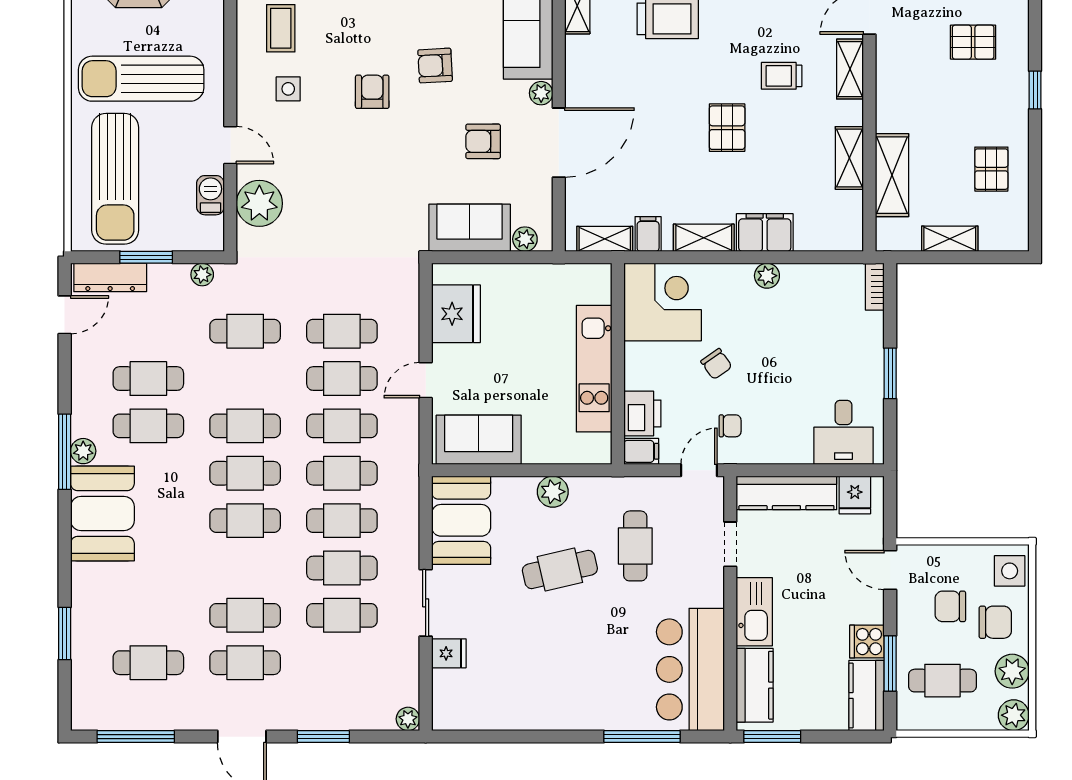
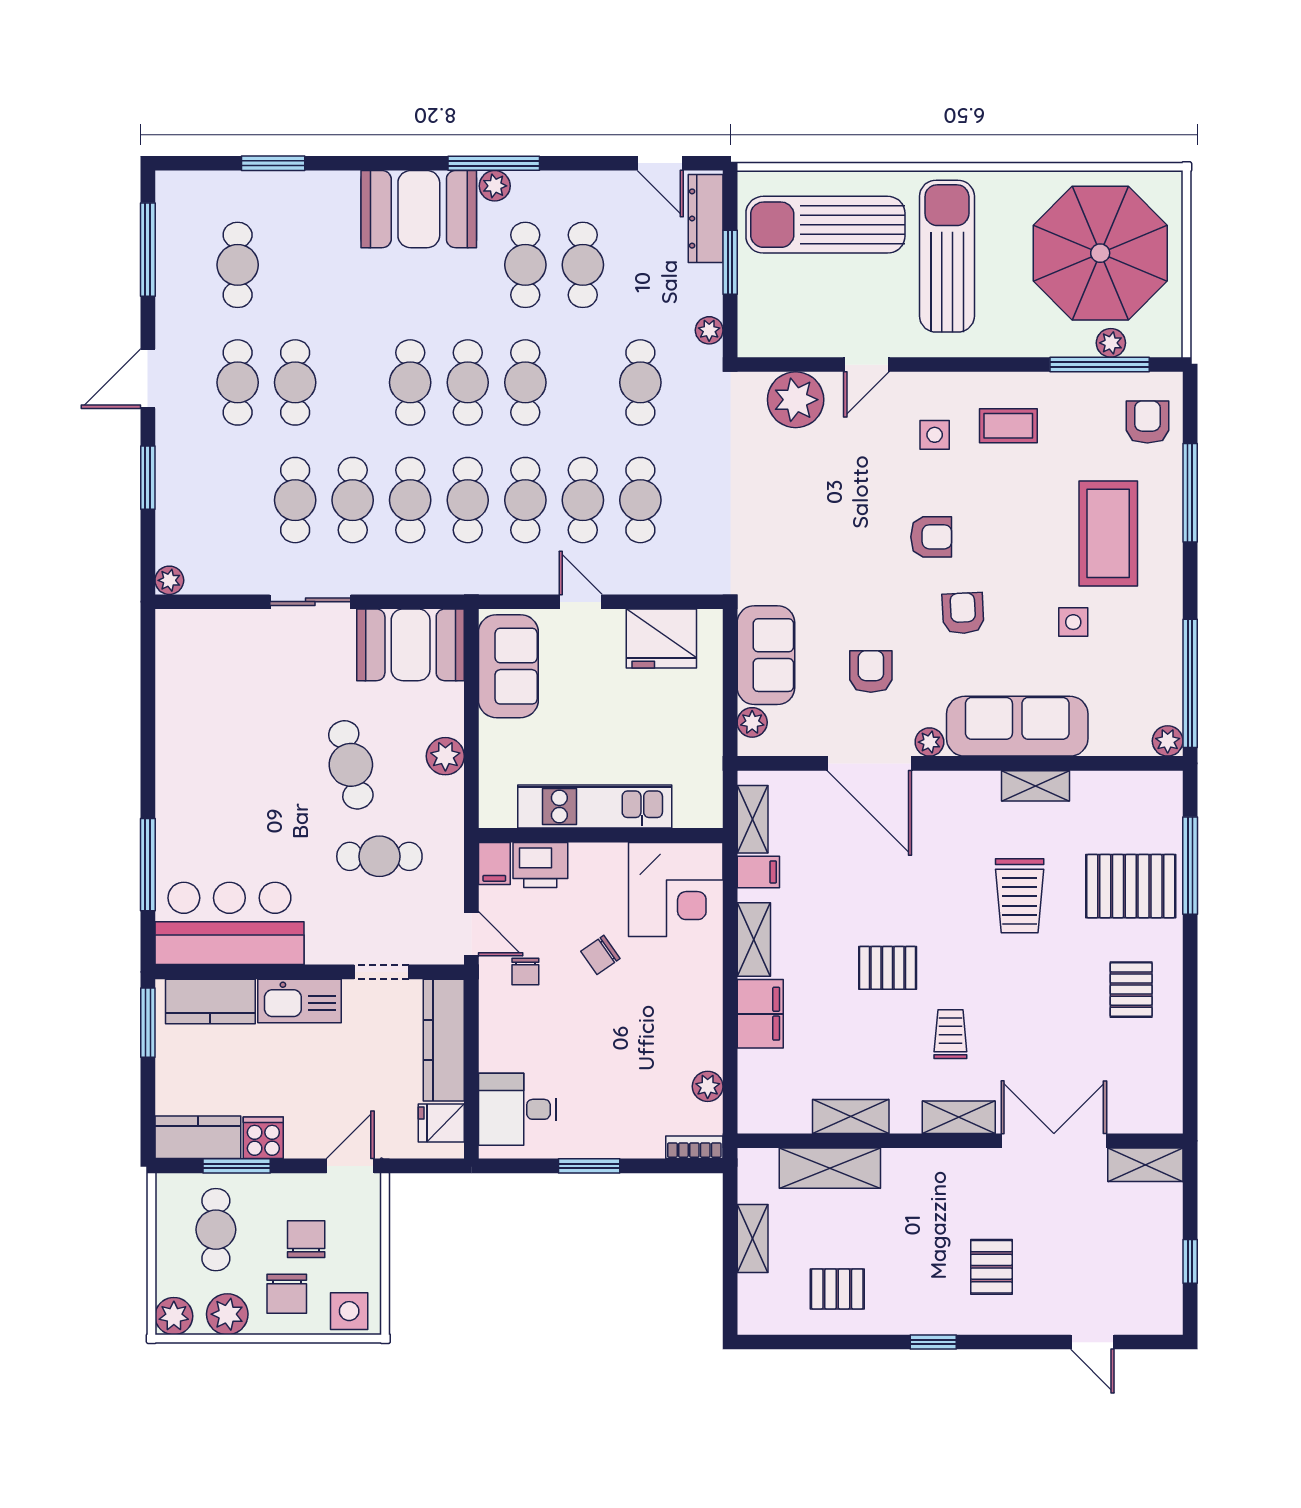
barbecue: (210, 195) -> (806, 340), removed
plant: (767, 276) -> (708, 1086), moved
fridge: (449, 653) -> (249, 630), removed

